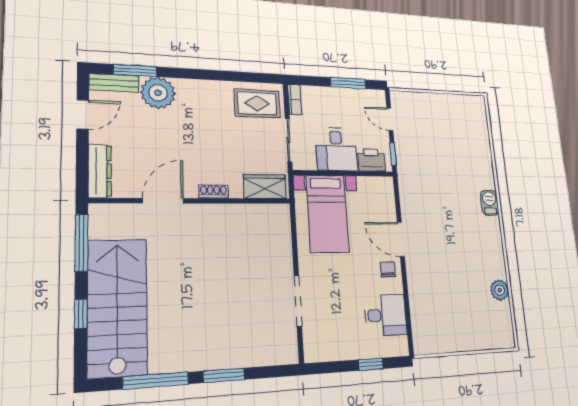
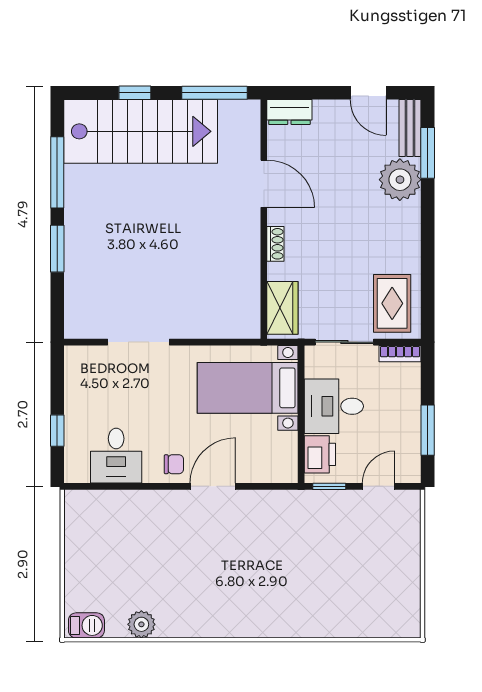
dresser: (100, 171) -> (289, 112), width x0.70
barbecue: (490, 203) -> (86, 625), moved

